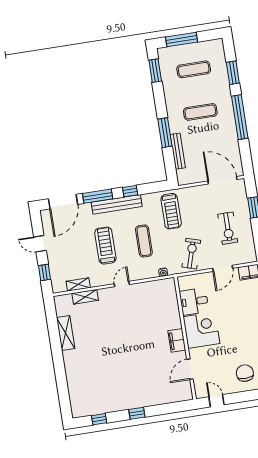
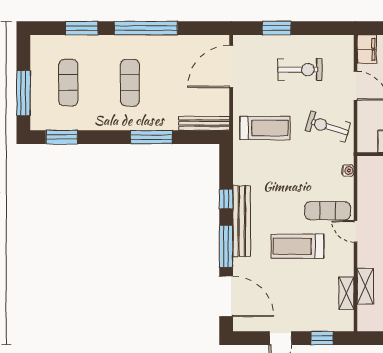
bench: (178, 151) -> (204, 123), moved
treadmill: (171, 211) -> (265, 128), moved
exercise mat: (144, 241) -> (328, 211), moved

